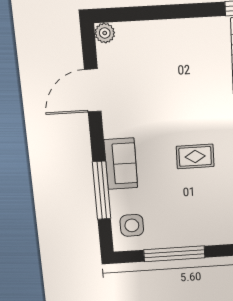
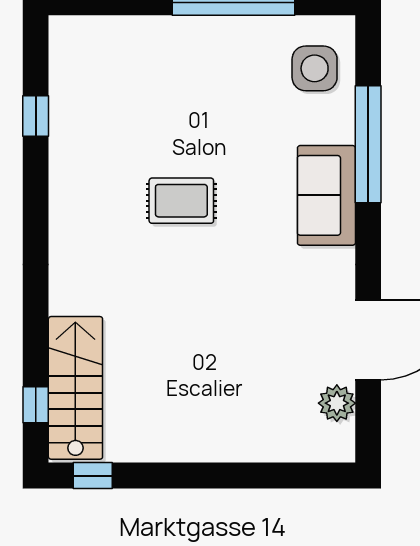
plant: (105, 33) -> (337, 403), moved

